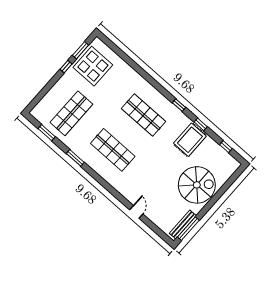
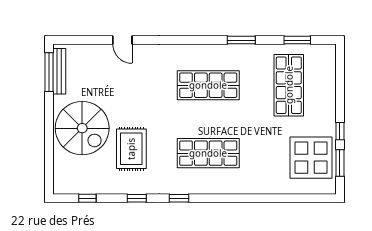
rug: (190, 140) -> (131, 149), moved
spiral stairs: (197, 185) -> (82, 128), turned -90

